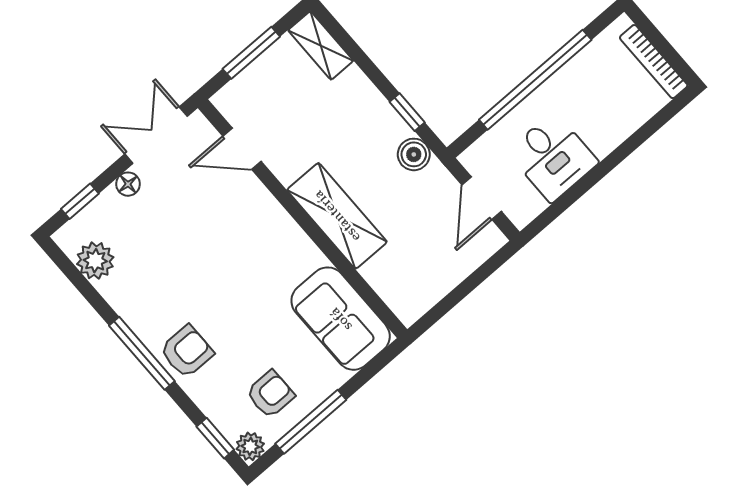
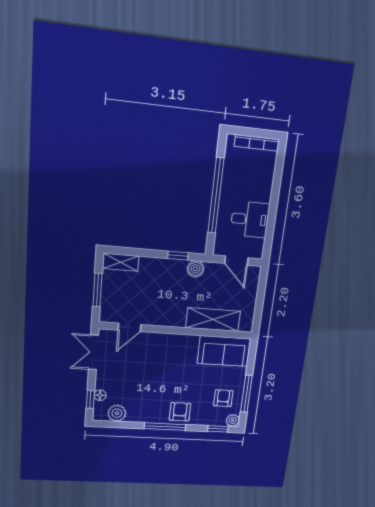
floor lamp: (128, 184) -> (100, 395), moved
shelving: (337, 216) -> (213, 319), moved

